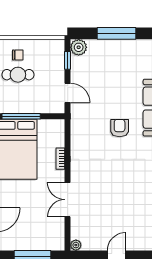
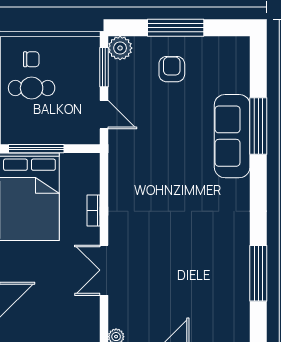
window: (68, 60) -> (104, 67), width x1.50
armchair: (120, 128) -> (172, 69), moved

